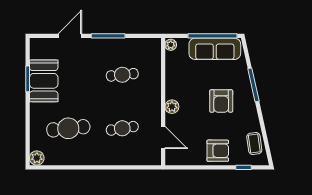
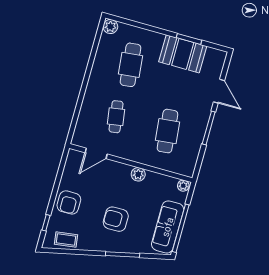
cafe table: (122, 75) -> (167, 131), width x1.37, depth x1.35
plant: (172, 107) -> (138, 174), moved

